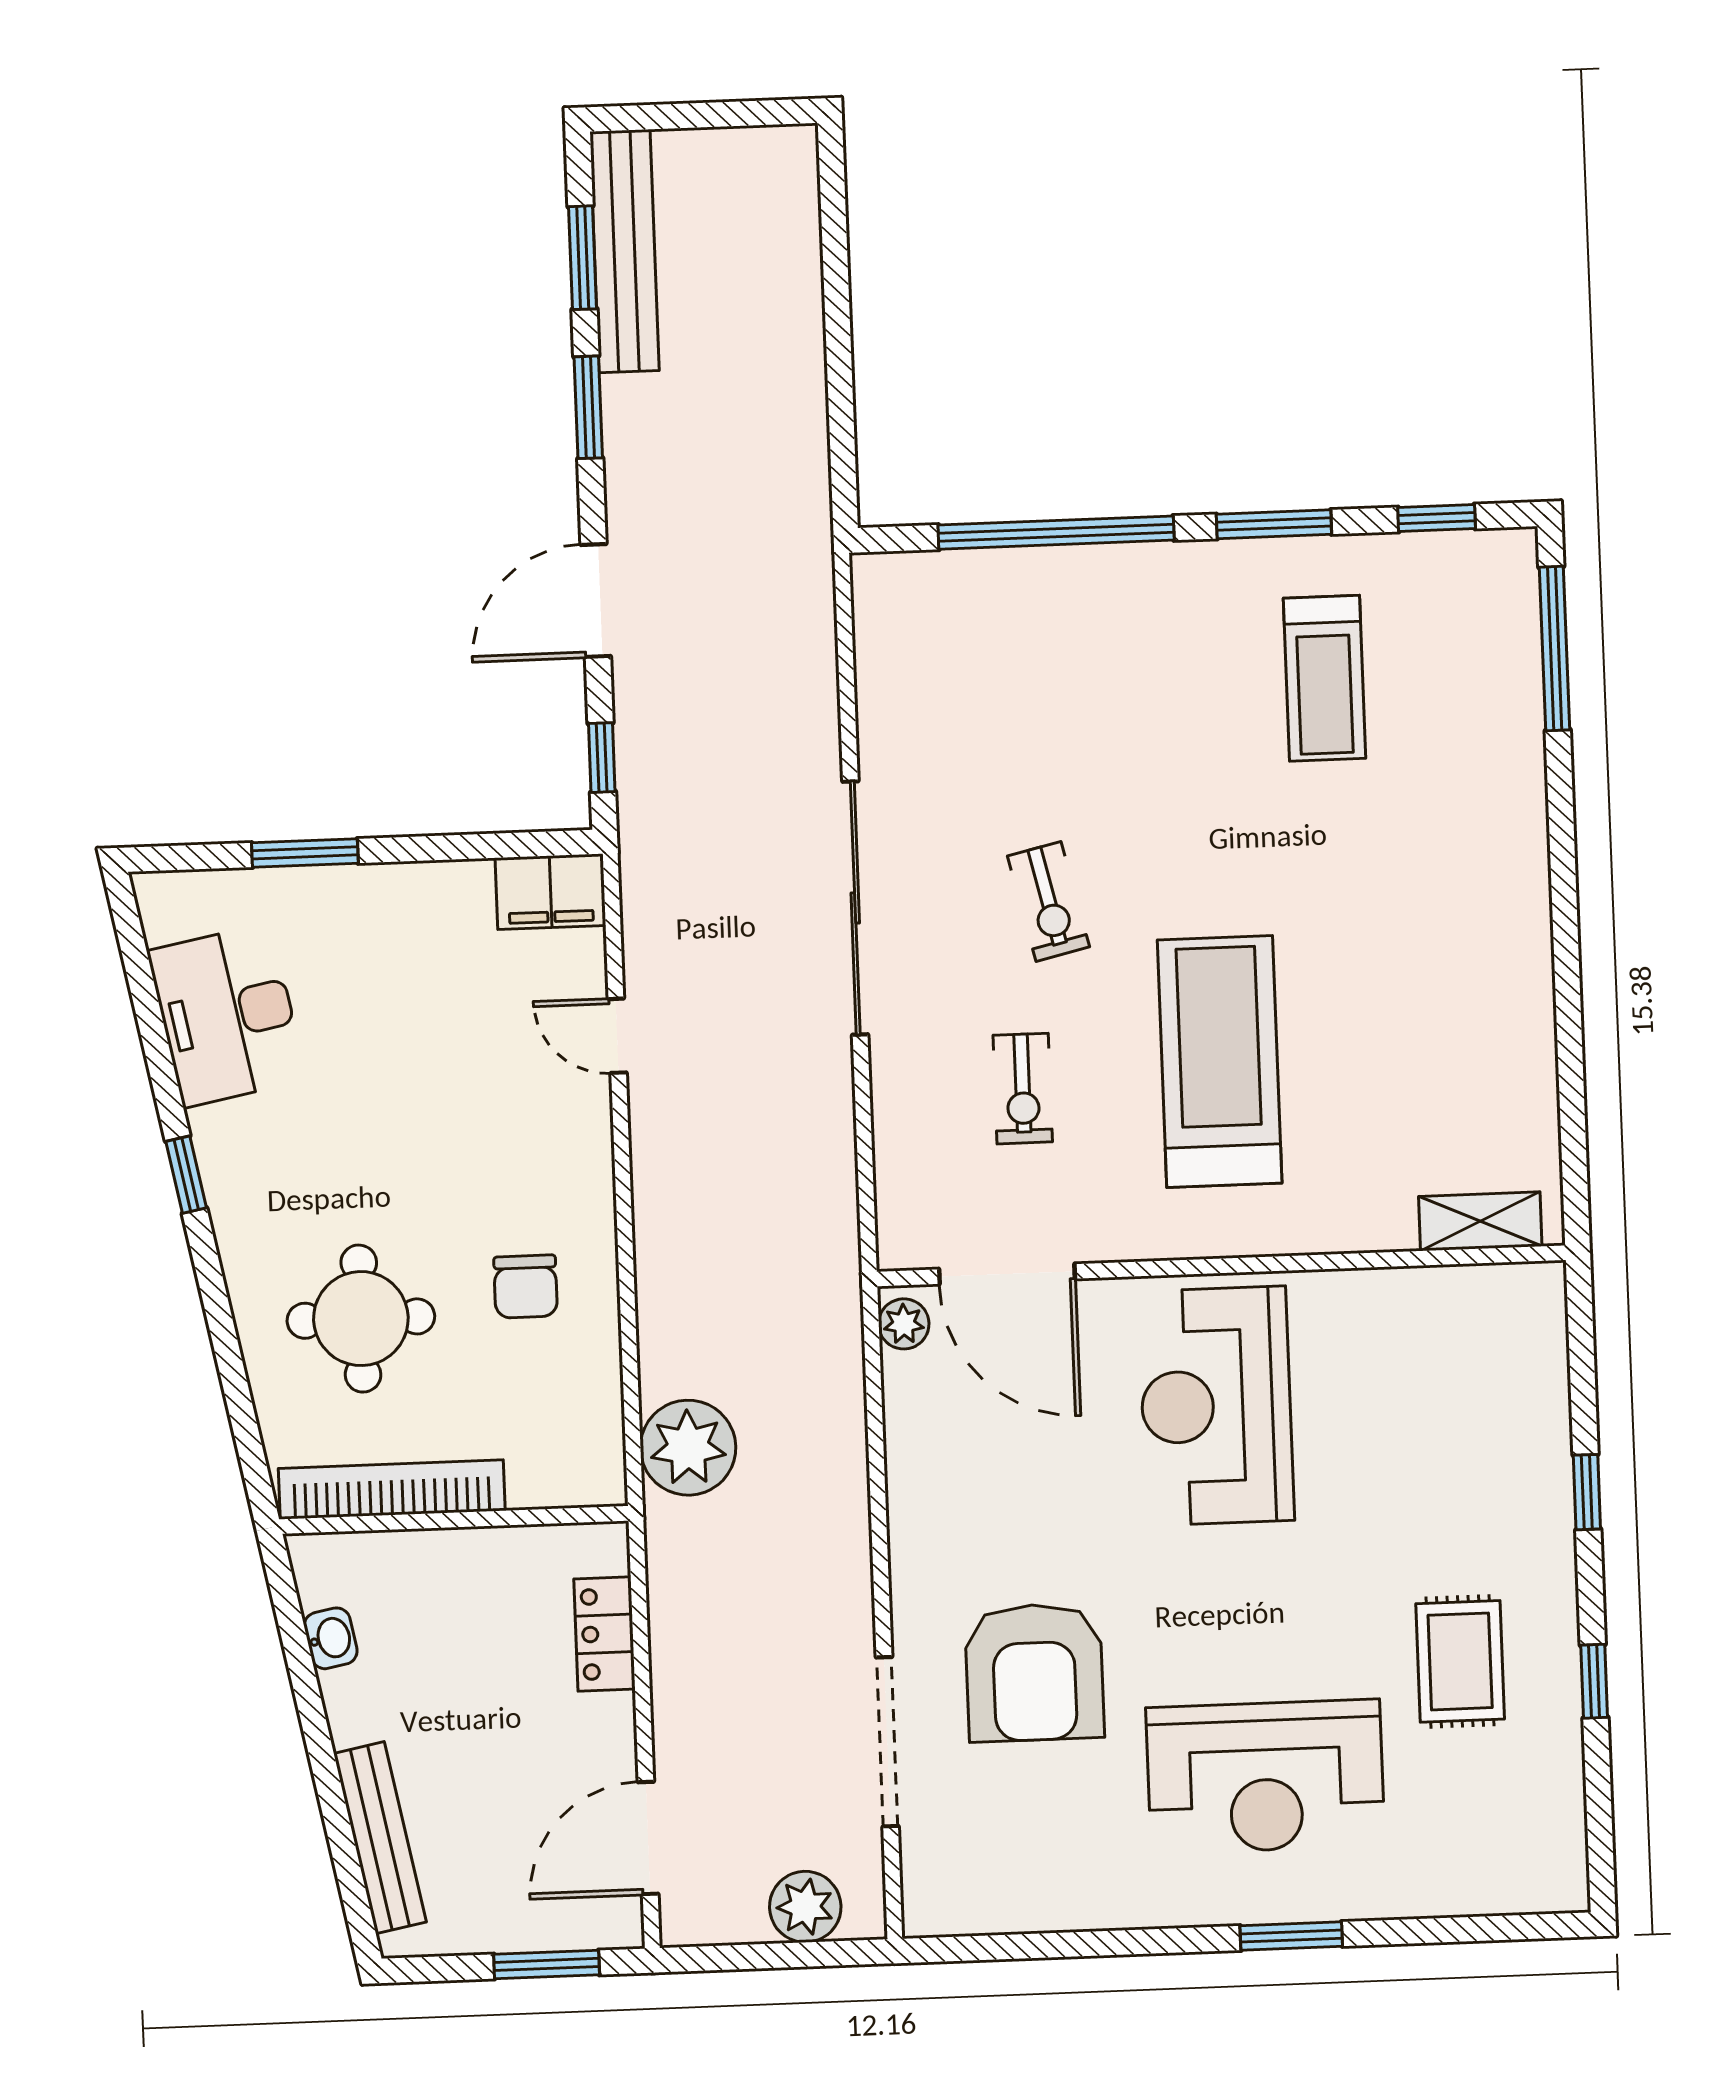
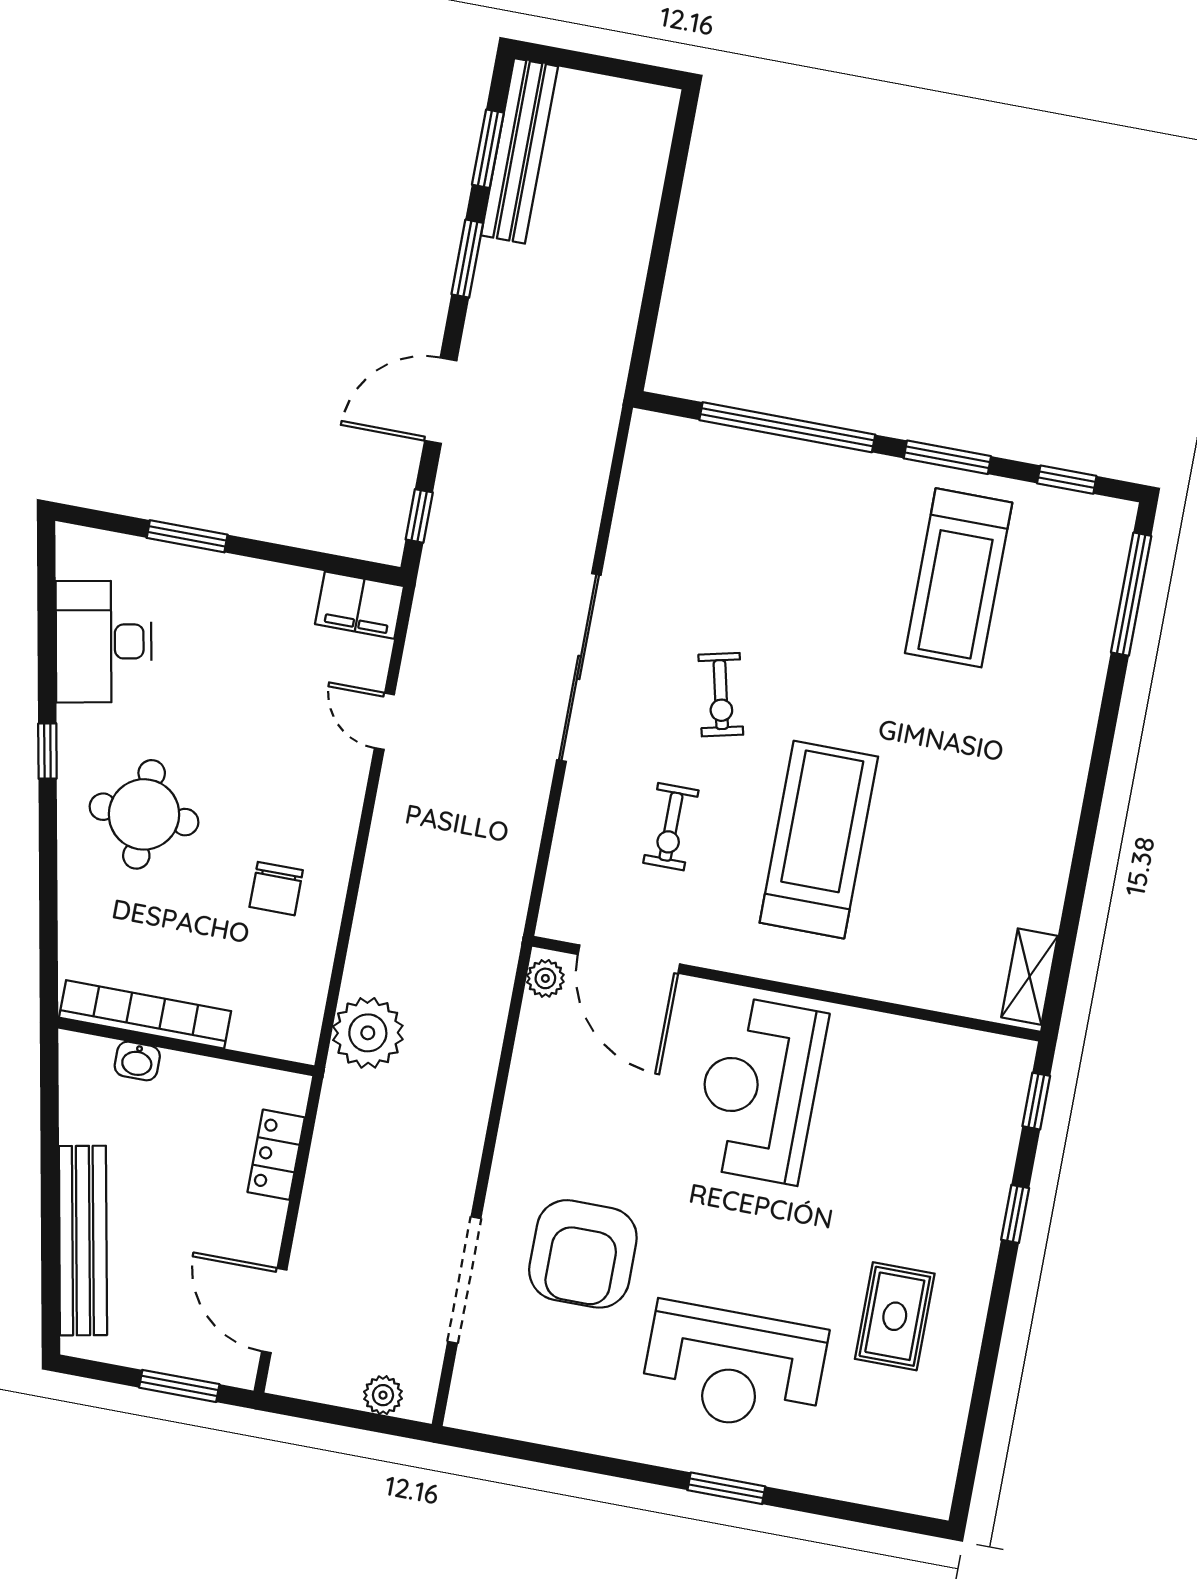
treadmill: (1324, 678) -> (959, 578), width x1.37, depth x1.38
shelving: (1480, 1221) -> (1030, 977), moved, turned 90
round table: (361, 1319) -> (144, 814), moved
washbasin: (331, 1638) -> (137, 1061), moved, turned 101
window: (1594, 1681) -> (1036, 1101), moved
bench: (380, 1838) -> (83, 1241), width x1.37, depth x1.21
door: (648, 1838) -> (274, 1311), hinge flipped
plant: (805, 1907) -> (383, 1395), width x0.73, depth x0.73

